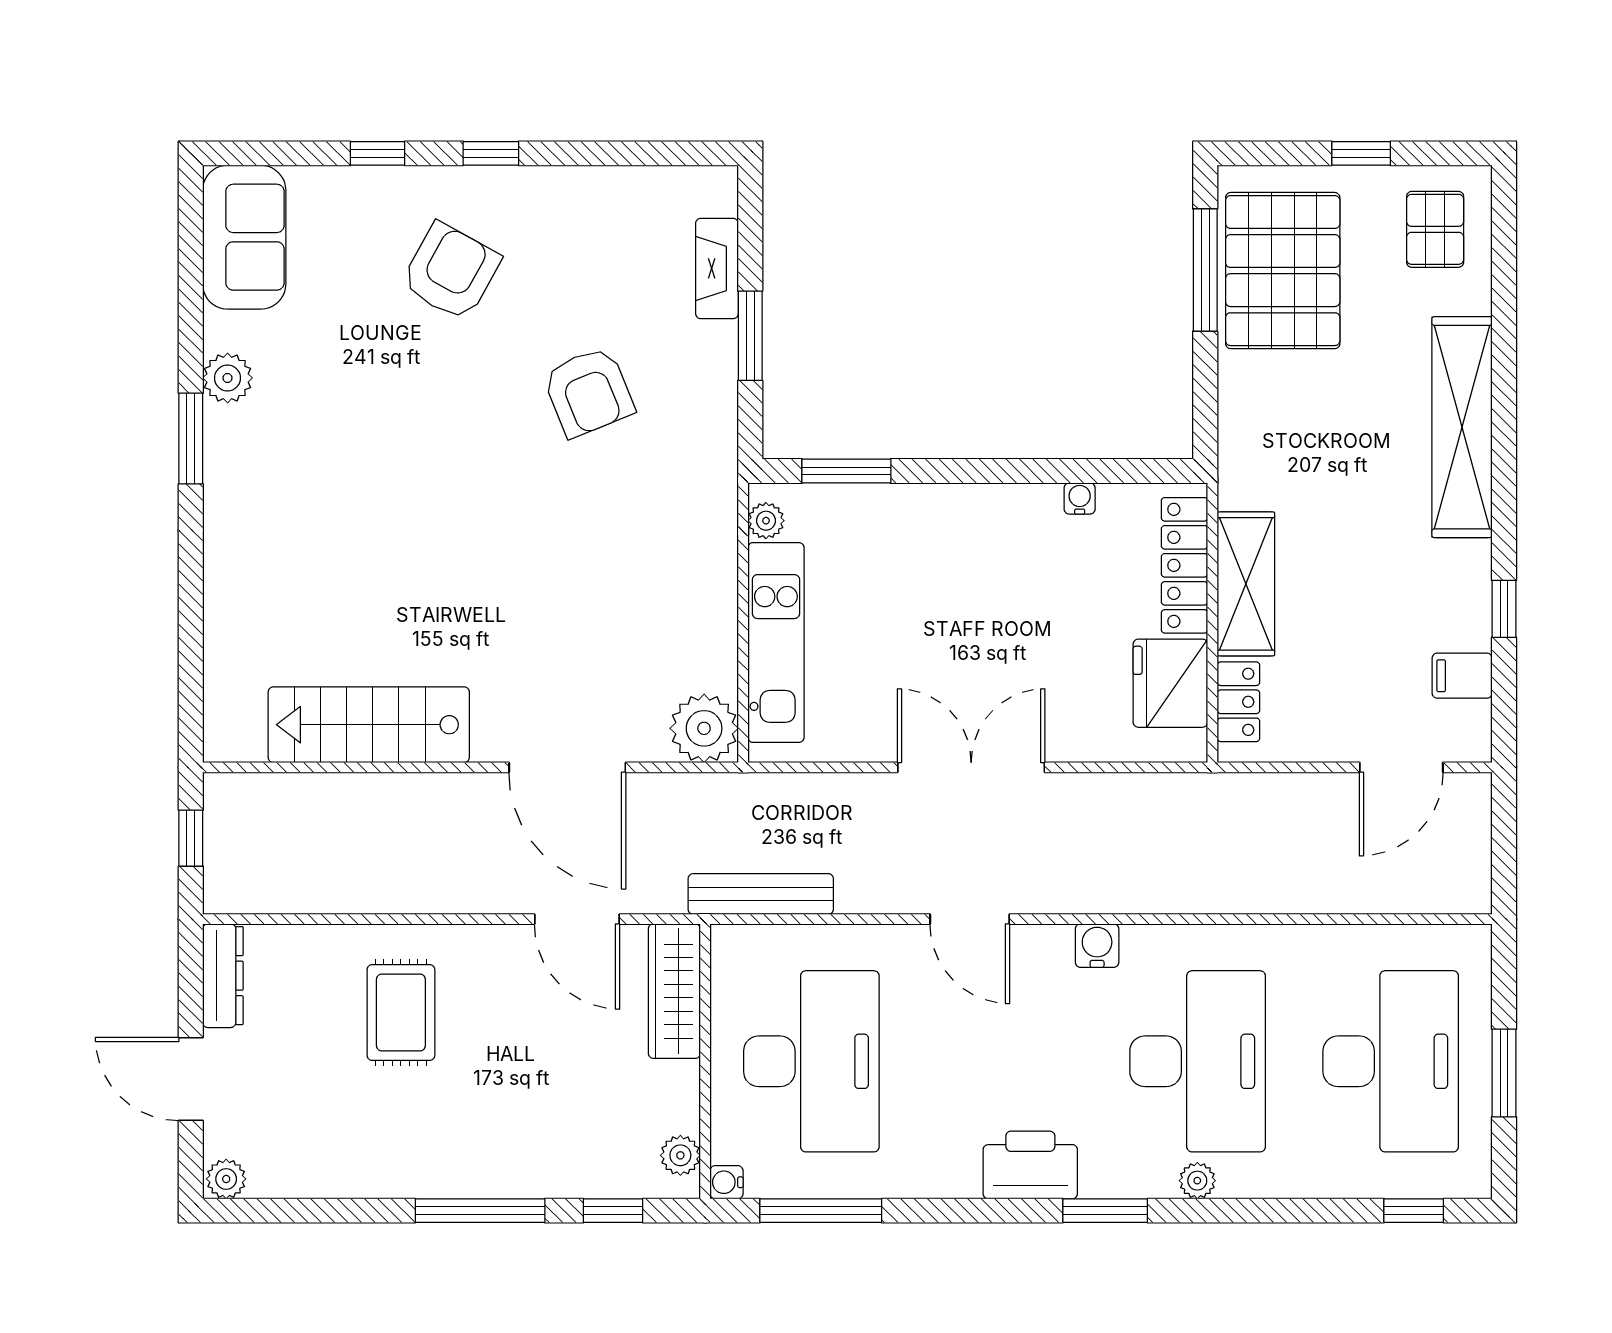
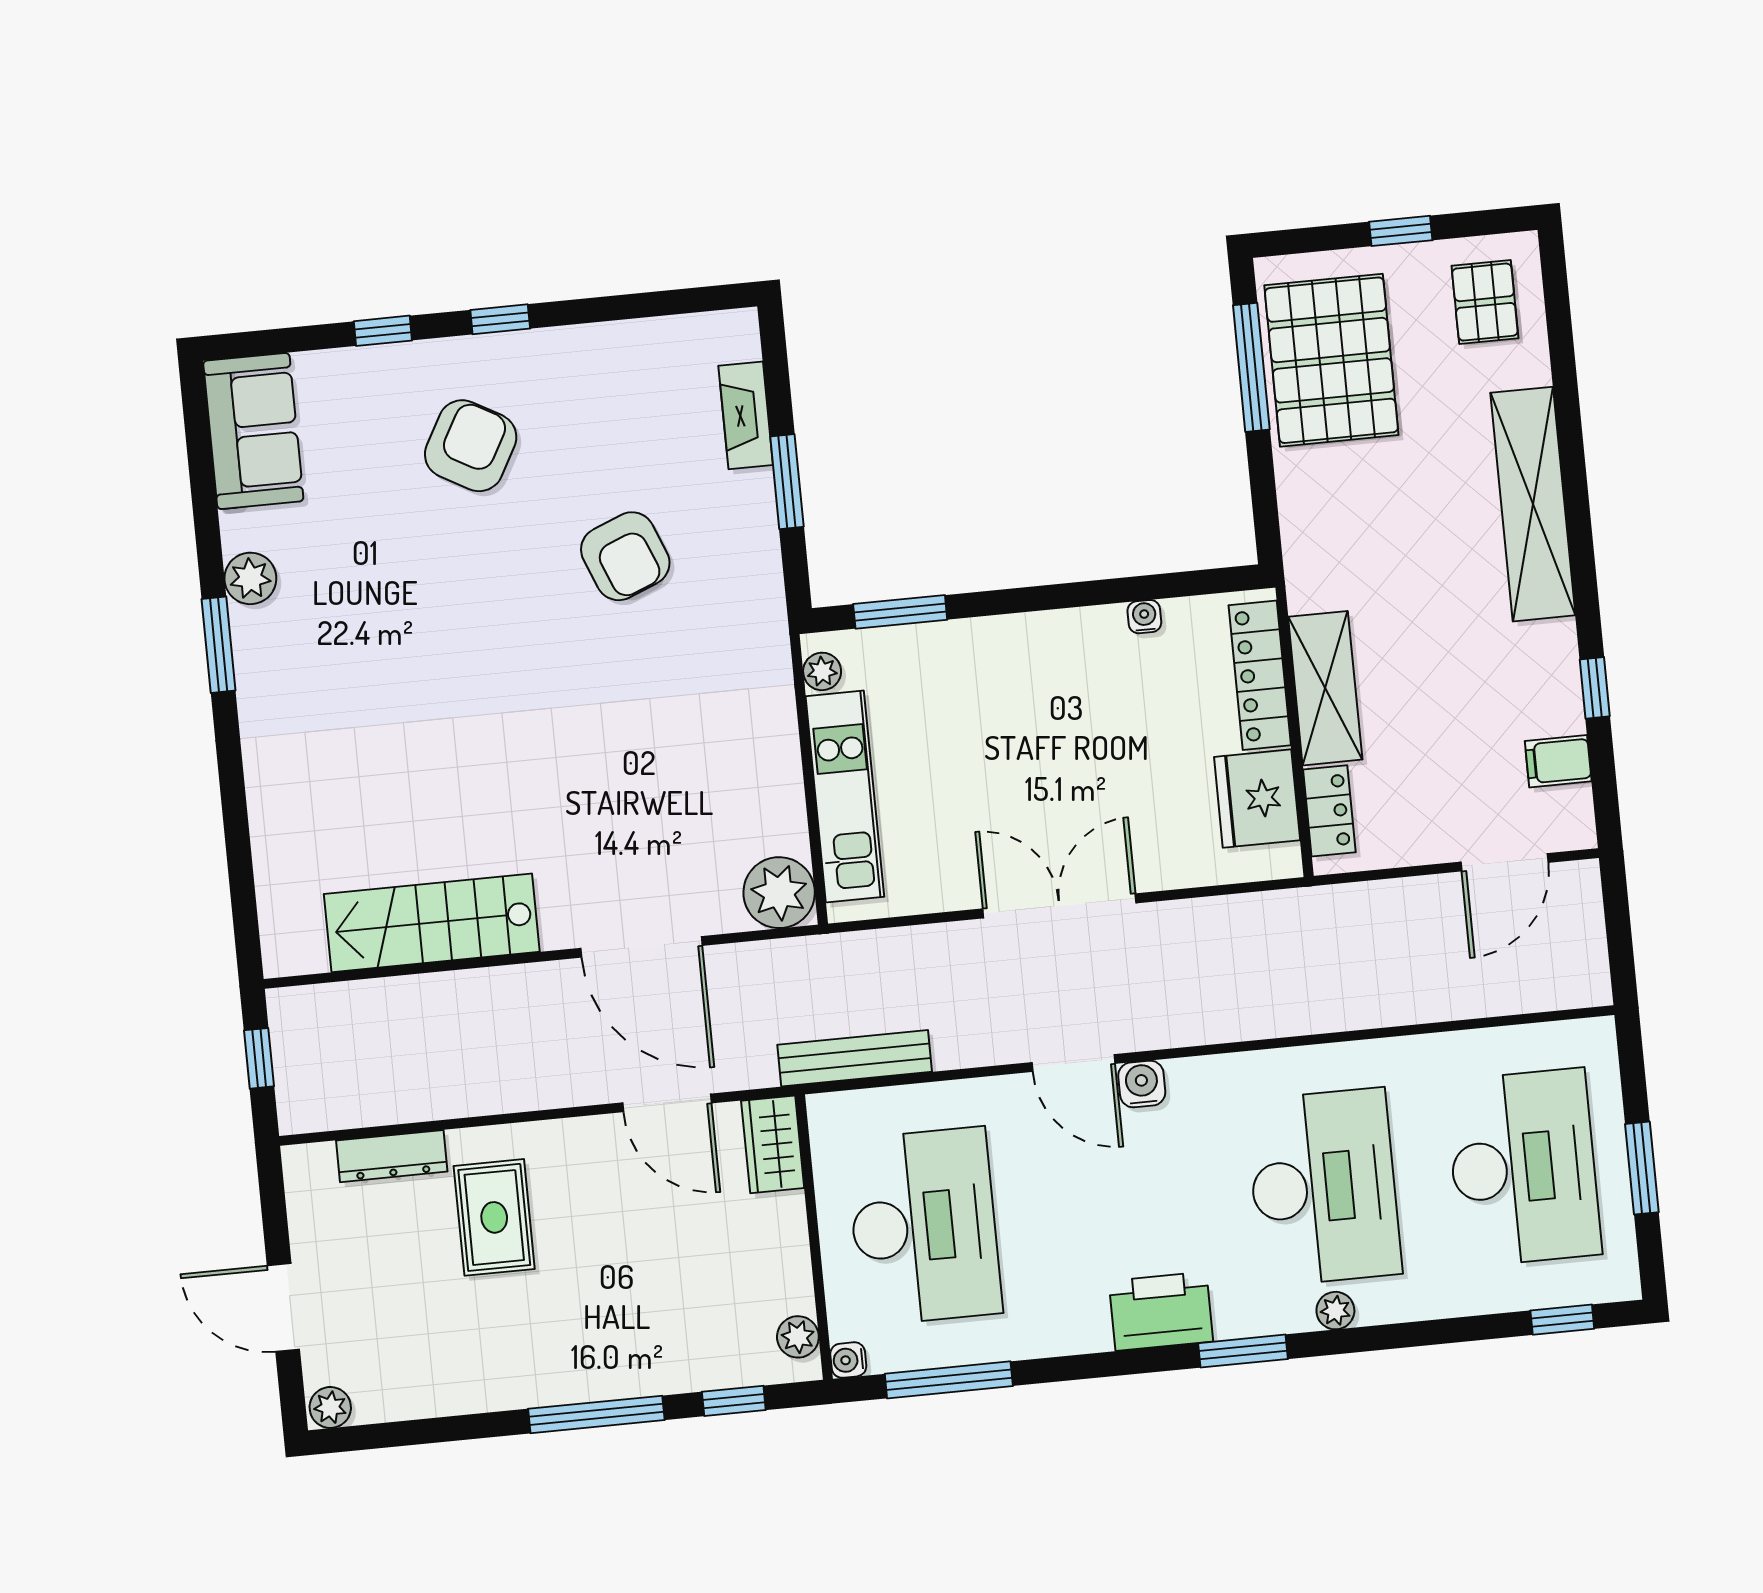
water cooler: (1097, 946) -> (1142, 1084), moved
dresser: (223, 976) -> (392, 1156), moved, turned 90
wardrobe: (674, 991) -> (773, 1144), width x0.67

